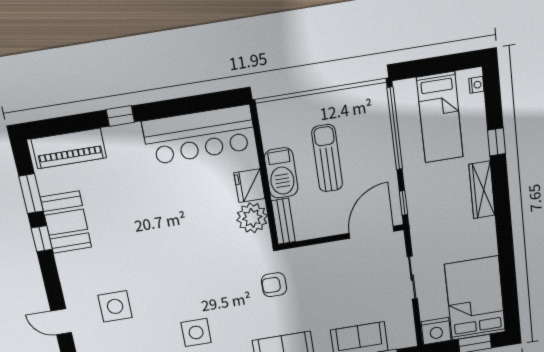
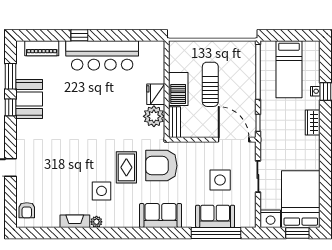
nightstand: (476, 85) -> (315, 91), moved
bar counter: (199, 135) -> (102, 55), moved
piano: (69, 148) -> (42, 48), width x0.73, depth x0.75
wardrobe: (482, 190) -> (313, 123), width x0.67
door: (372, 232) -> (234, 140), hinge flipped
armchair: (274, 285) -> (161, 166), width x1.88, depth x1.88
rug: (225, 295) -> (126, 167), added
side table: (115, 306) -> (220, 180), moved

